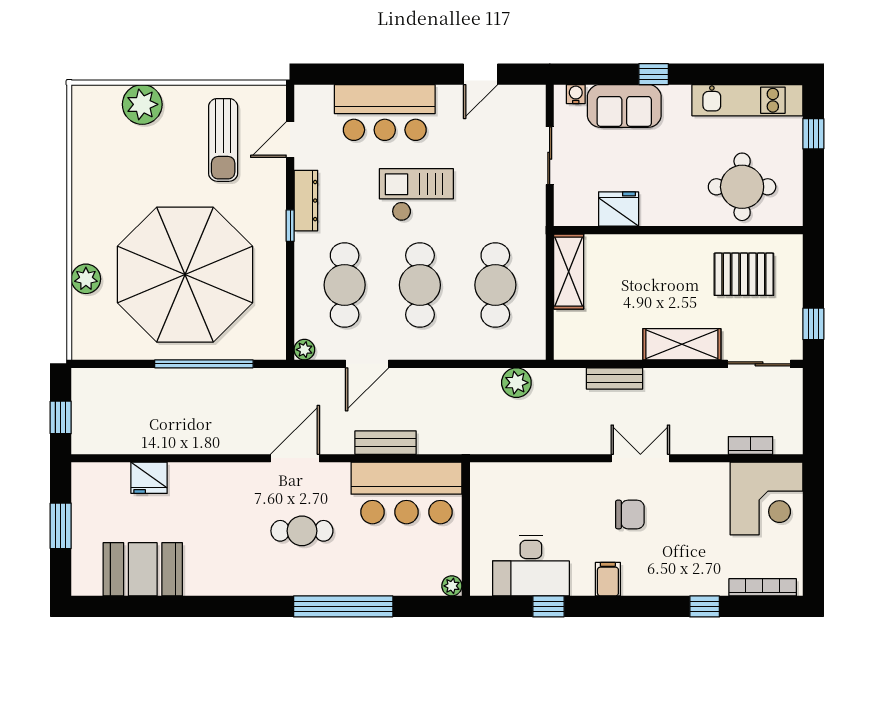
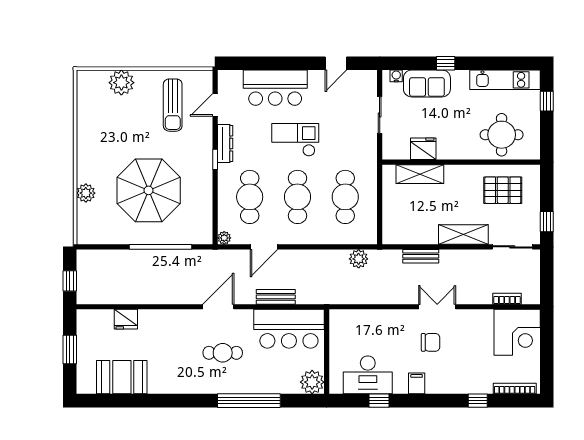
shelving: (569, 272) -> (420, 174), moved, turned 90
parasol: (185, 275) -> (149, 190), width x0.73, depth x0.73
plant: (452, 586) -> (312, 382), width x1.88, depth x1.88

